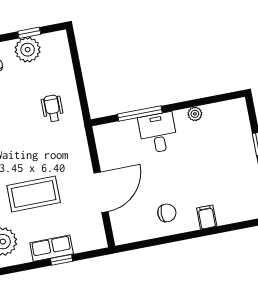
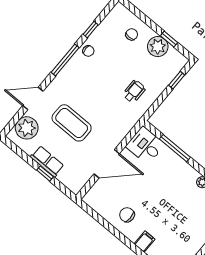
window: (75, 58) -> (177, 80), added
desk: (158, 133) -> (145, 146), moved, turned -90
chair: (167, 213) -> (127, 215), turned 180

